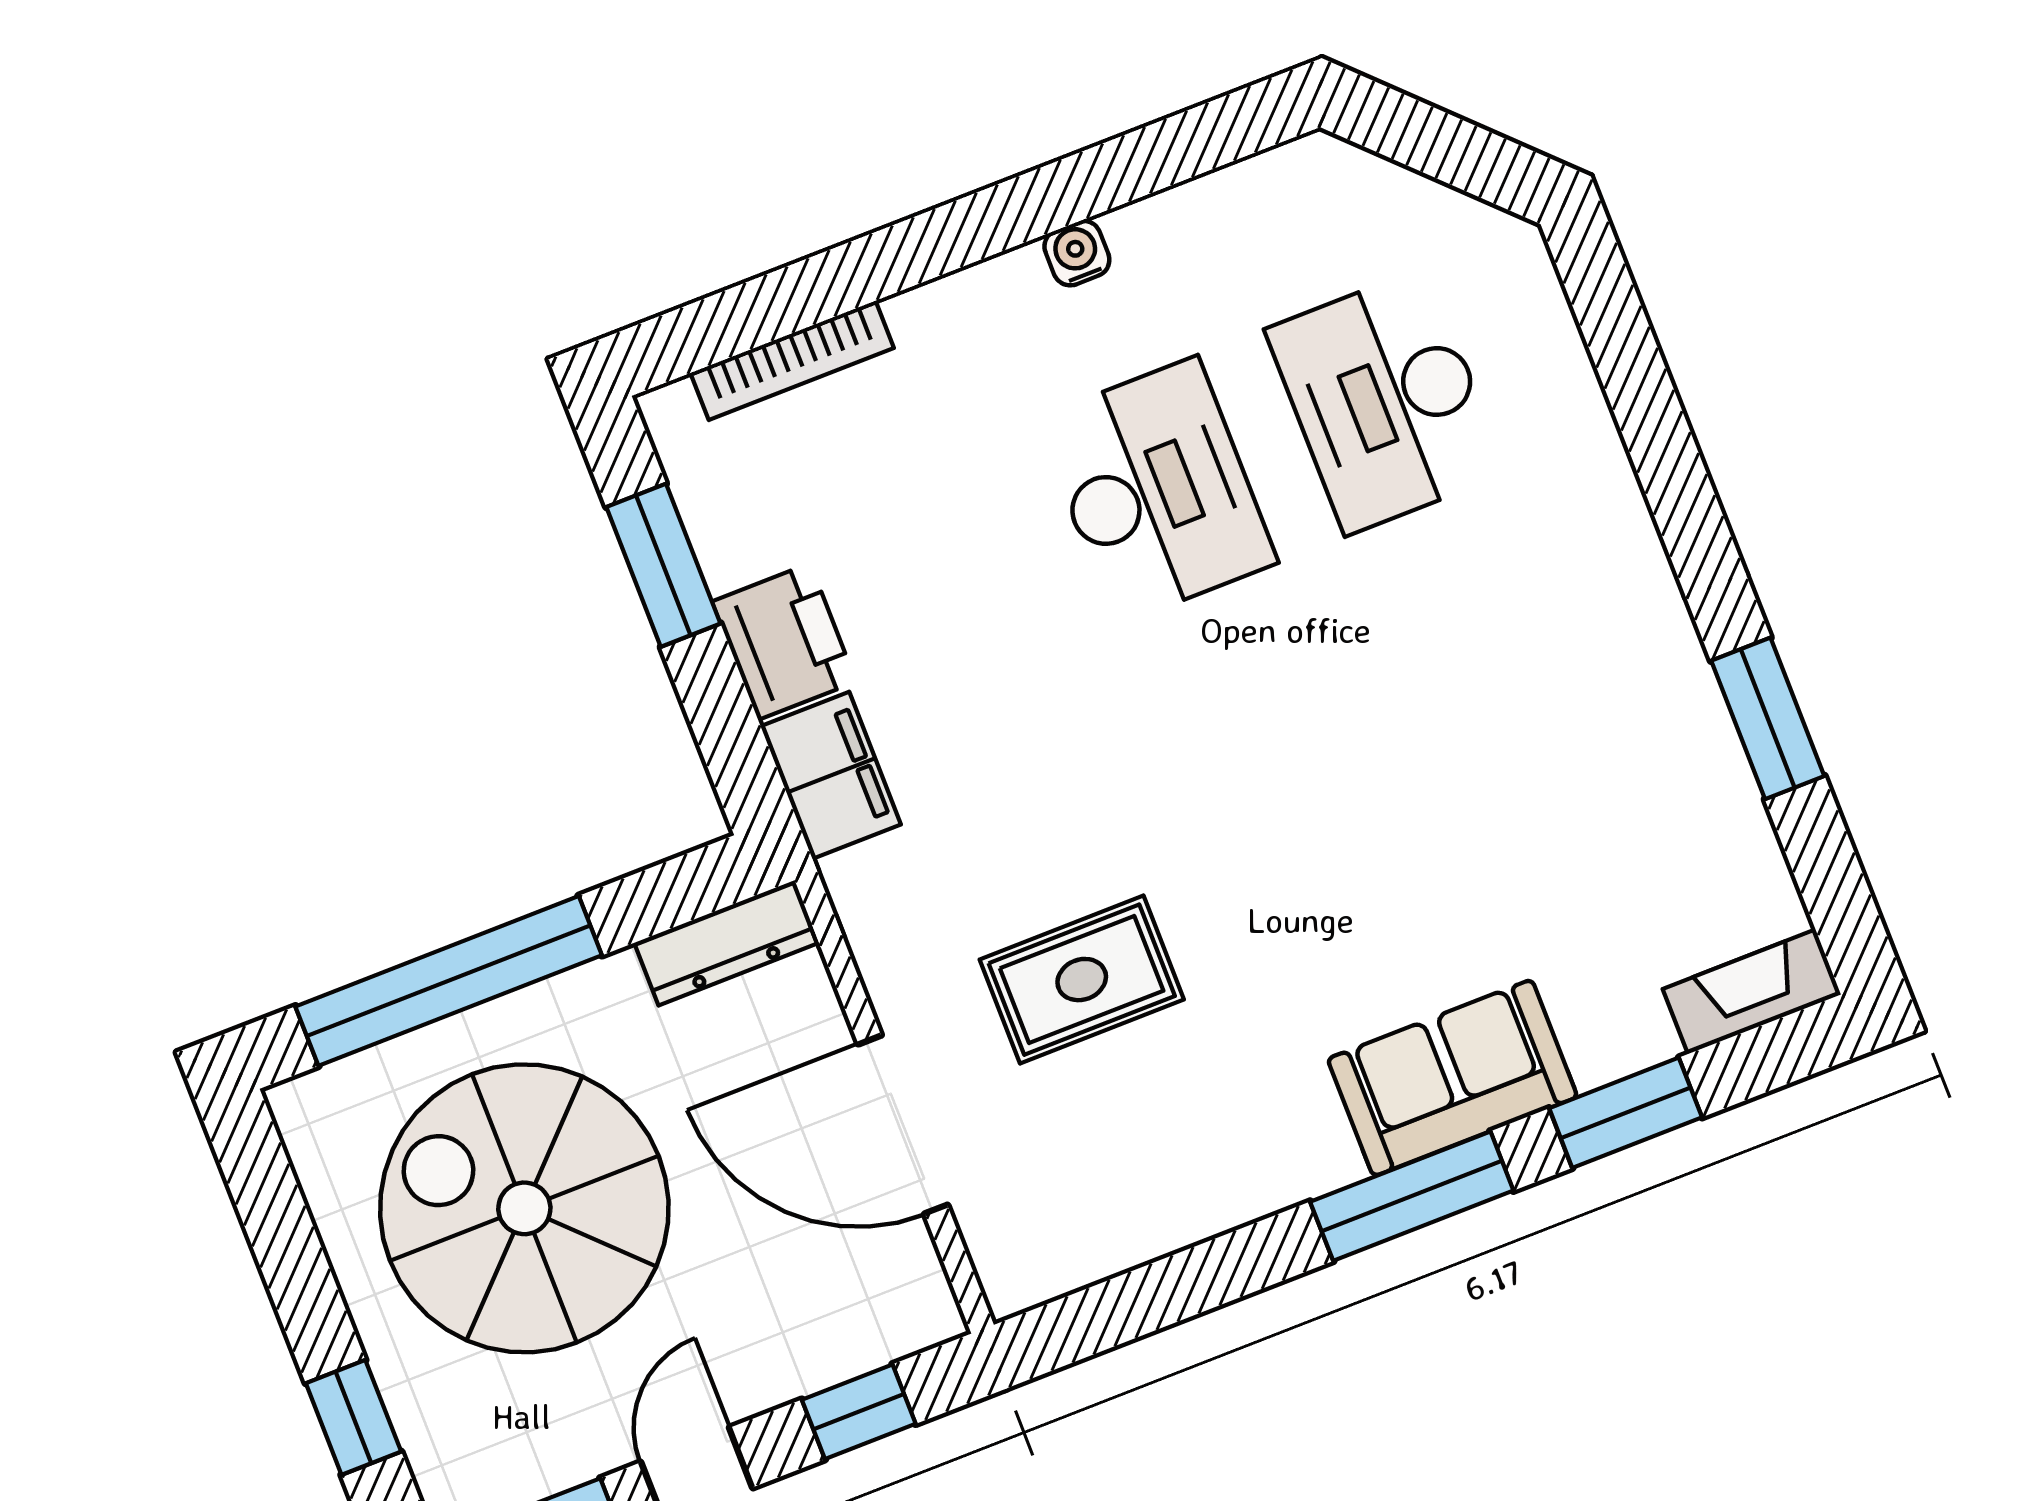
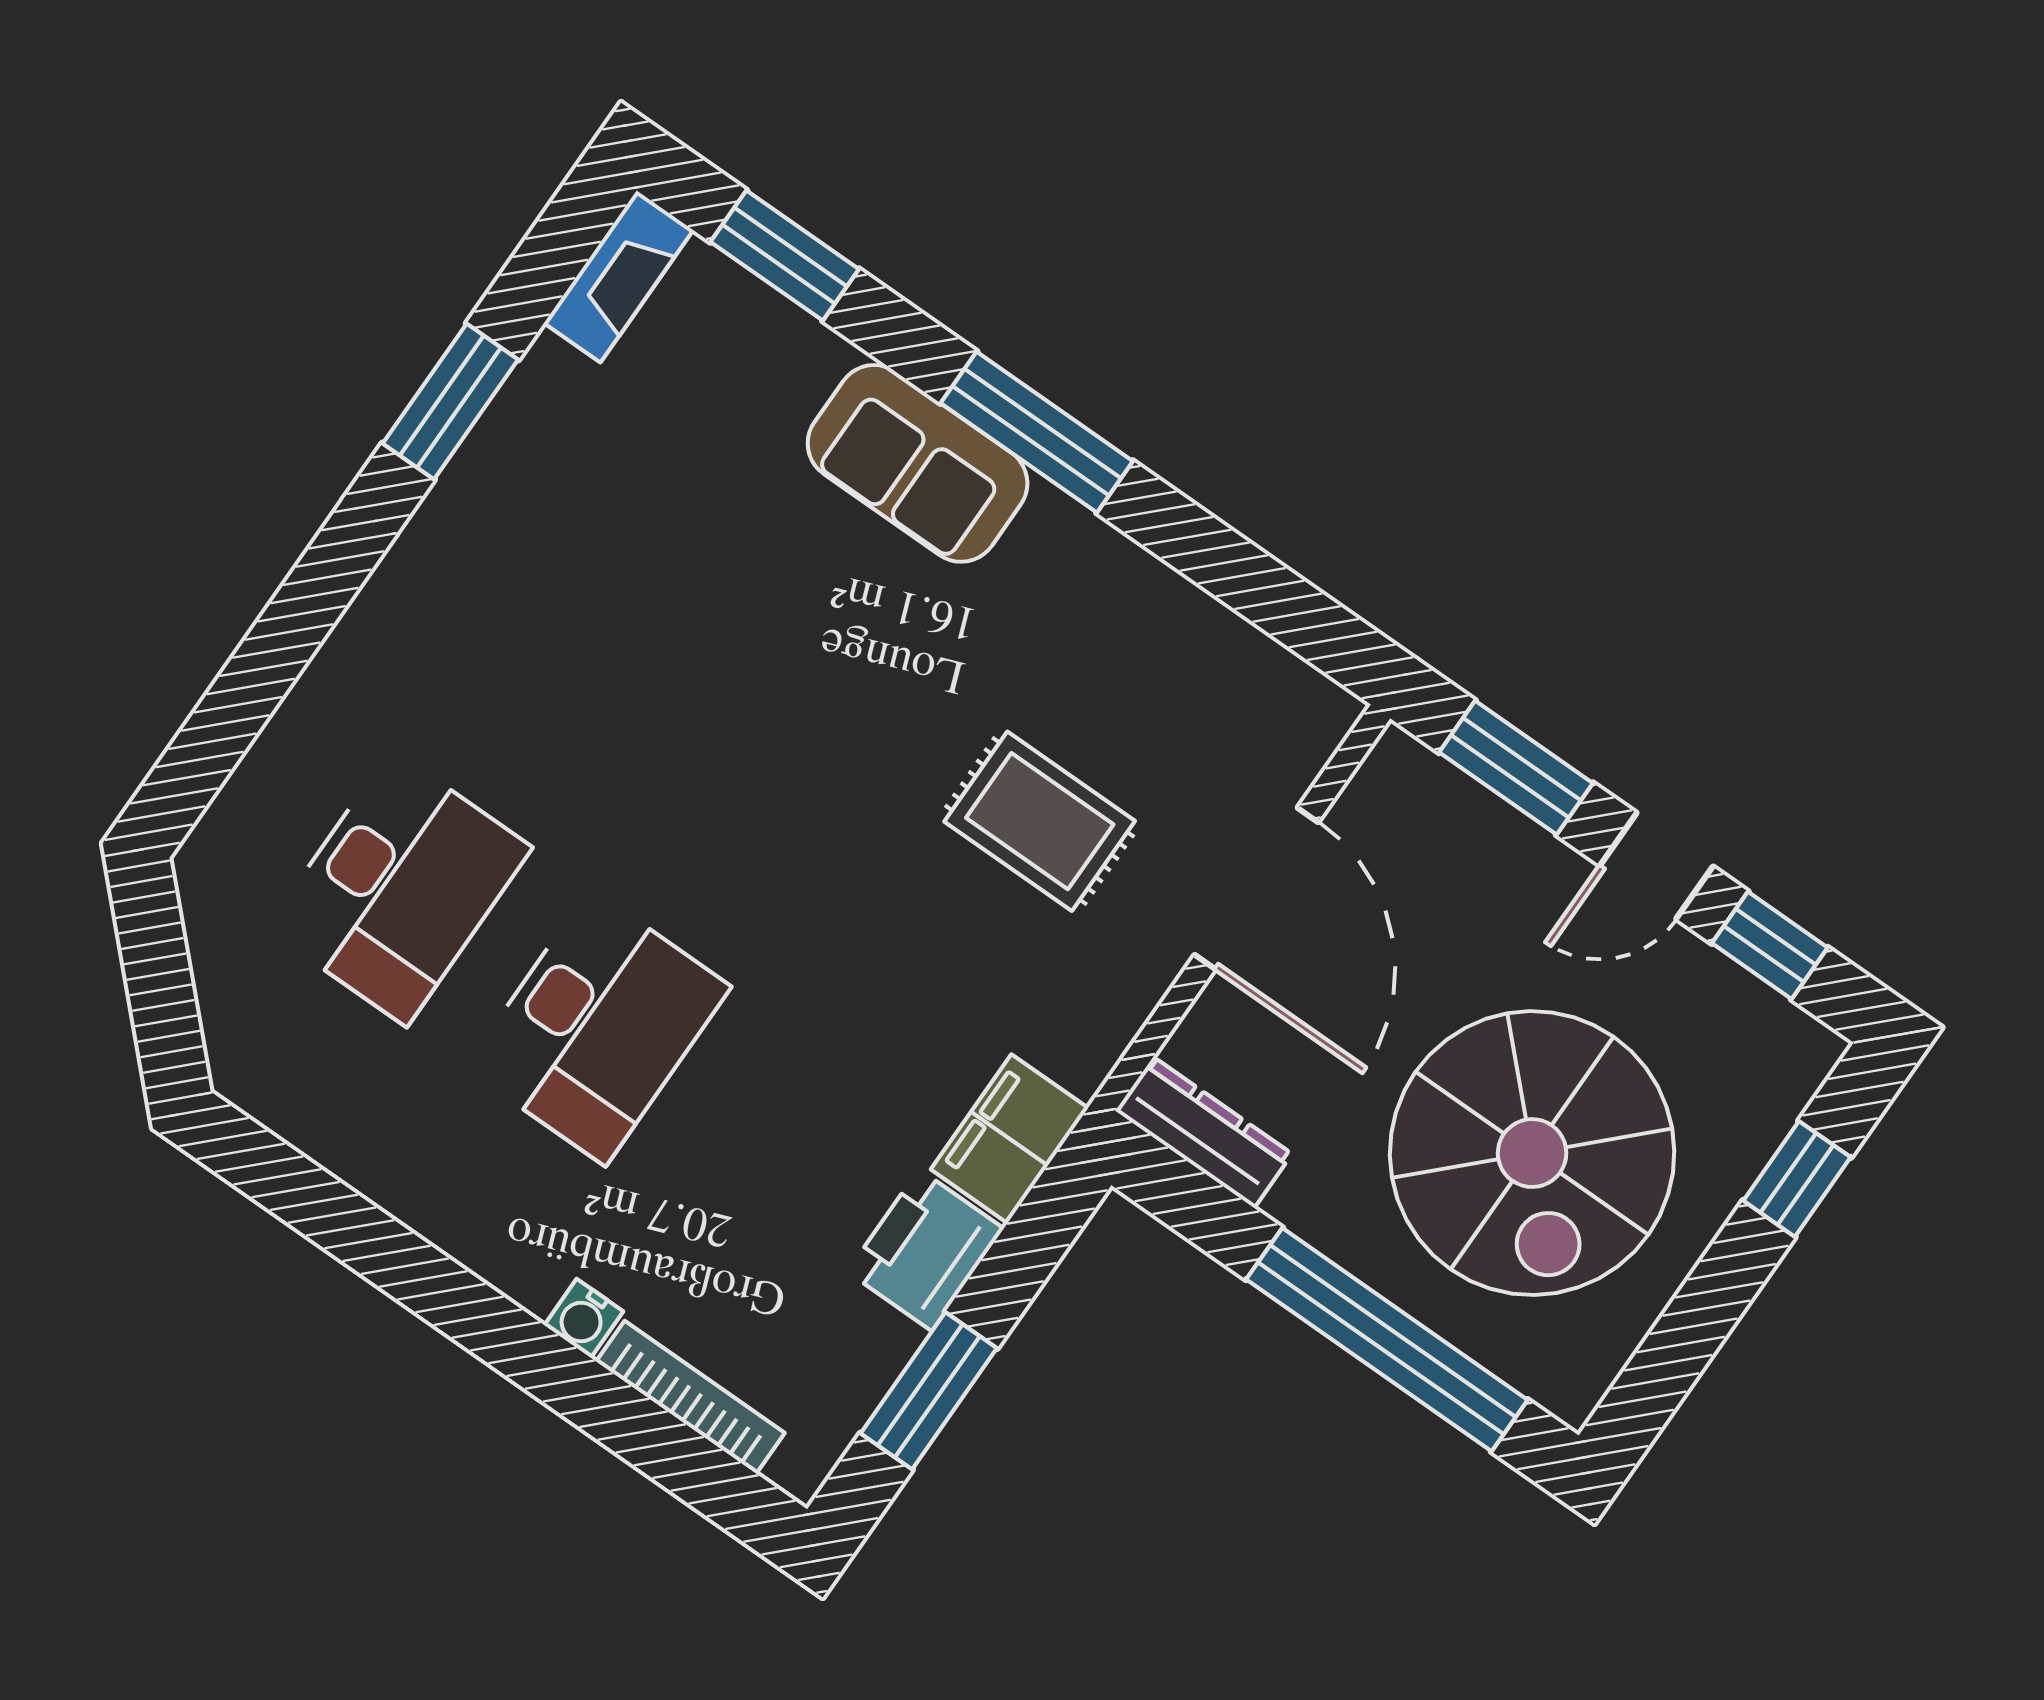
water cooler: (1077, 253) -> (584, 1318), moved
desk: (1157, 491) -> (598, 1027), turned 180
fireplace: (1752, 992) -> (619, 277), moved, turned -90
window: (1626, 1113) -> (785, 256), moved
window: (859, 1412) -> (1516, 768), width x1.50

